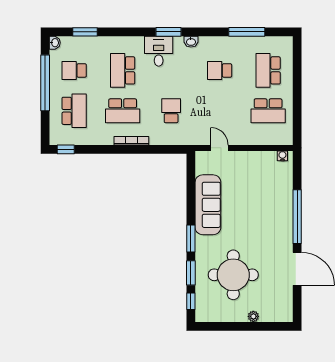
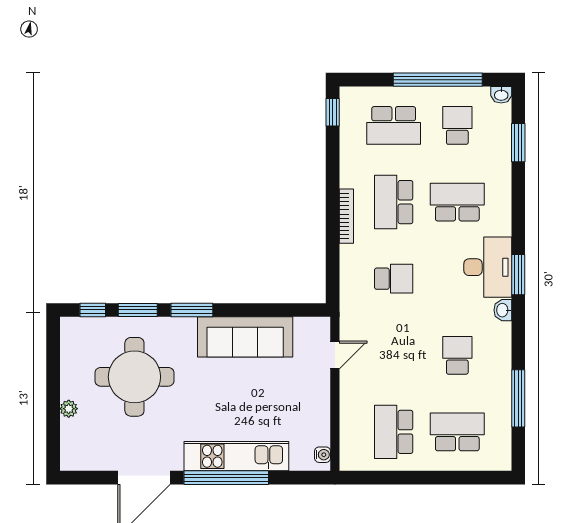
desk: (159, 51) -> (488, 267), width x1.37
kitchen unit: (283, 210) -> (236, 456), added

